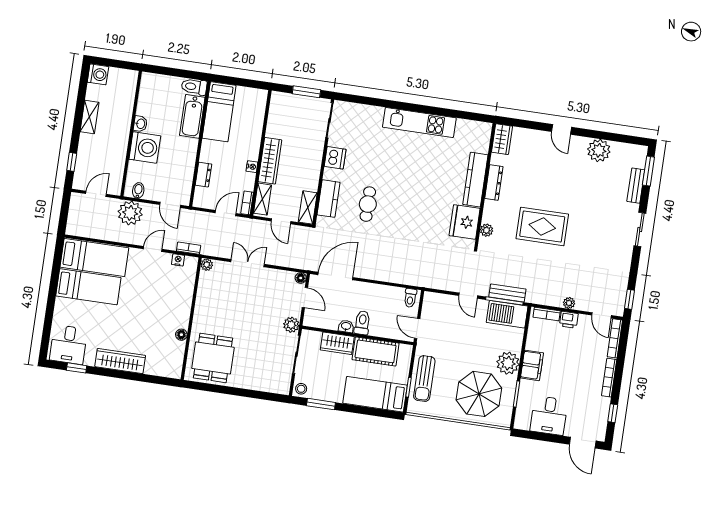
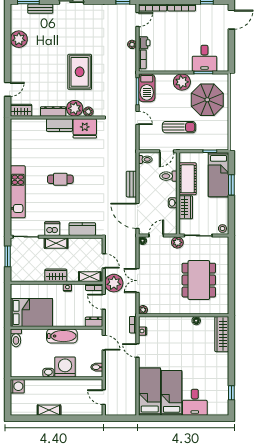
washing machine: (98, 74) -> (17, 386), moved, turned 90
bed: (219, 112) -> (31, 312), width x1.50
bathtub: (192, 116) -> (62, 336), moved
kitchen unit: (419, 122) -> (18, 192), moved
door: (561, 129) -> (8, 89), moved
wardrobe: (270, 161) -> (56, 275), width x0.67
window: (72, 162) -> (83, 418), removed
dresser: (203, 175) -> (94, 322), moved
kitchen counter: (475, 180) -> (59, 125), width x0.67
cafe table: (368, 204) -> (60, 179), moved
door: (170, 205) -> (104, 343), hinge flipped
shelving: (308, 207) -> (56, 243), moved
plant: (494, 212) -> (75, 108), added
plant: (130, 213) -> (114, 283), moved
door: (281, 221) -> (104, 261), hinge flipped
bench: (507, 293) -> (131, 184), moved
door: (468, 296) -> (137, 118), hinge flipped
toilet: (362, 323) -> (168, 176), moved
desk: (68, 345) -> (195, 402), moved, turned 90
dining table: (213, 358) -> (199, 280), moved, width x1.38
wardrobe: (120, 361) -> (222, 334), moved
filing cabinet: (532, 365) -> (181, 64), removed
sun lounger: (424, 379) -> (179, 127), moved
window: (321, 404) -> (231, 185), moved
desk: (549, 416) -> (204, 58), moved, turned 90

